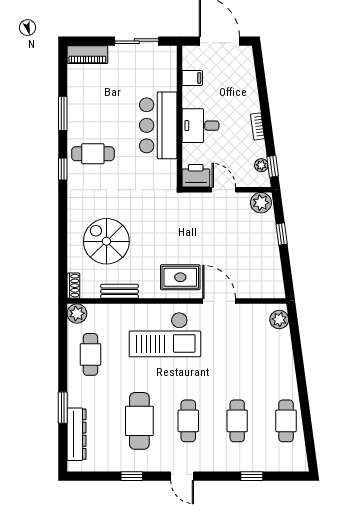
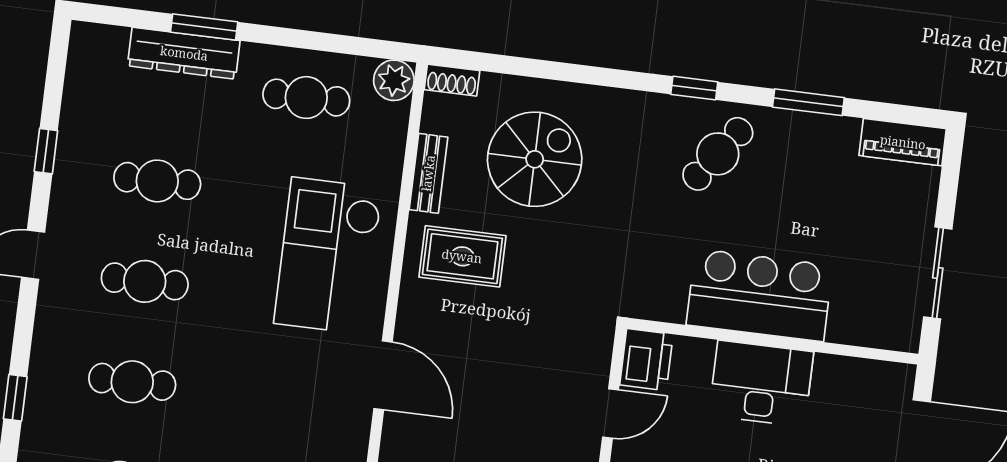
piano: (87, 55) -> (903, 142), moved, turned -90
filing cabinet: (192, 78) -> (848, 377), removed
desk: (200, 126) -> (761, 384), width x1.37
cafe table: (93, 154) -> (718, 154), turned 36
rug: (180, 277) -> (462, 256), moved, turned 90
door: (219, 301) -> (383, 375), hinge flipped
cafe table: (139, 421) -> (157, 181), width x0.73, depth x0.74
dresser: (77, 434) -> (184, 53), moved

